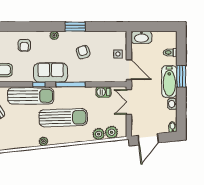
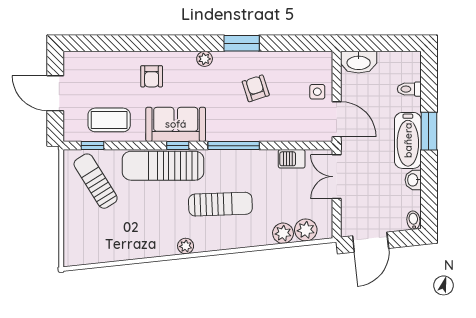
sofa: (51, 73) -> (176, 124), moved
sun lounger: (31, 96) -> (163, 166), turned 180
sun lounger: (63, 118) -> (220, 204), width x0.73, depth x0.75

